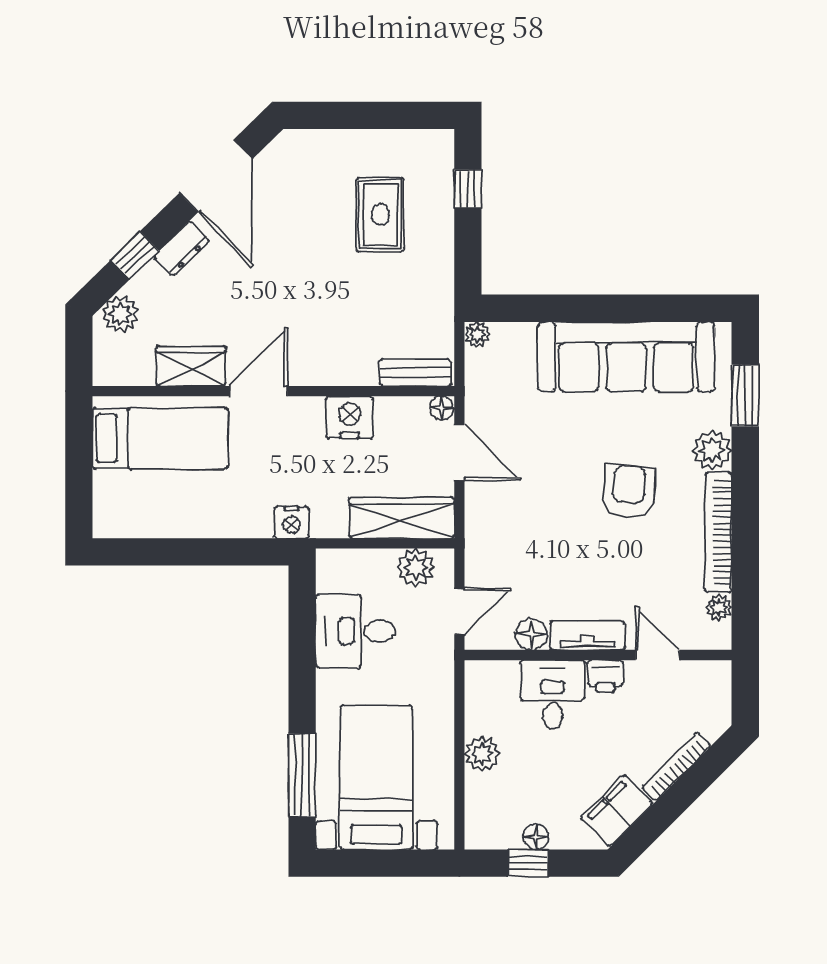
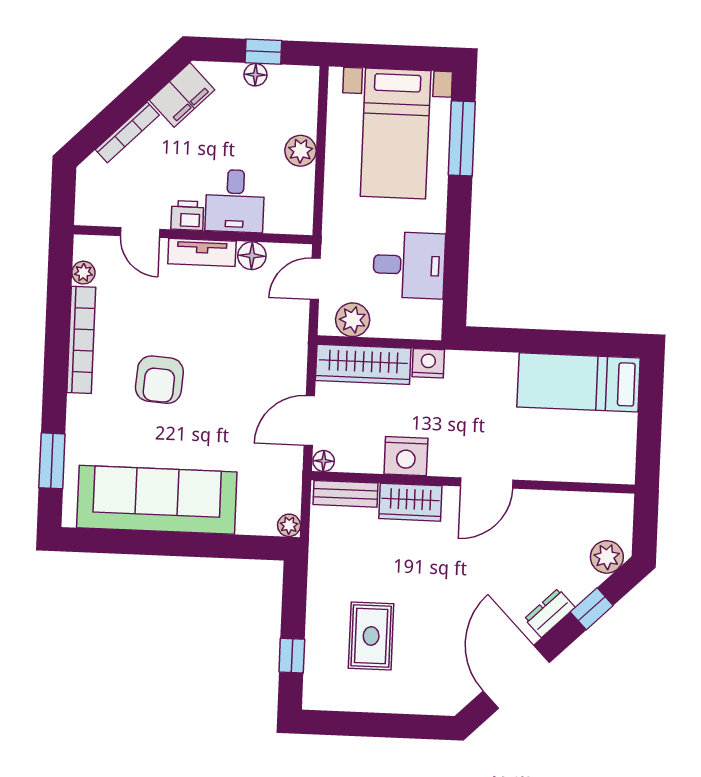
wardrobe: (191, 366) -> (410, 502), moved
bed: (160, 438) -> (579, 382), moved
plant: (712, 450) -> (84, 413), removed
door: (459, 453) -> (309, 421), hinge flipped
nightstand: (291, 522) -> (428, 363), moved

